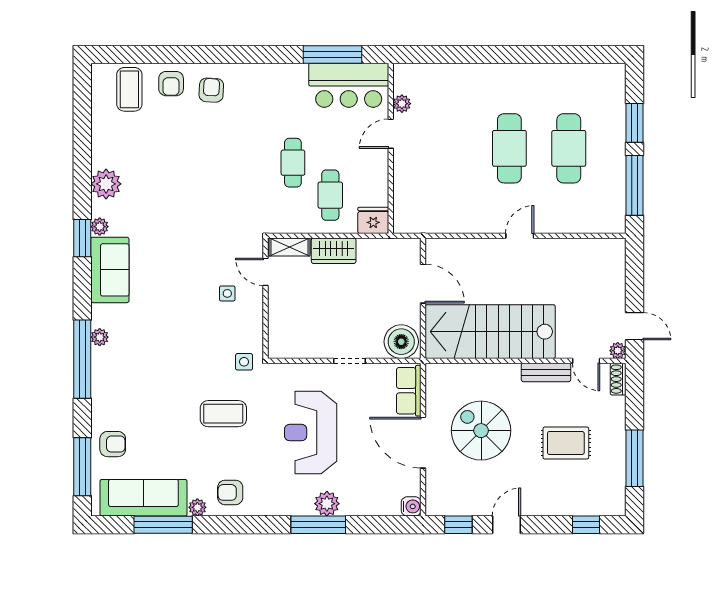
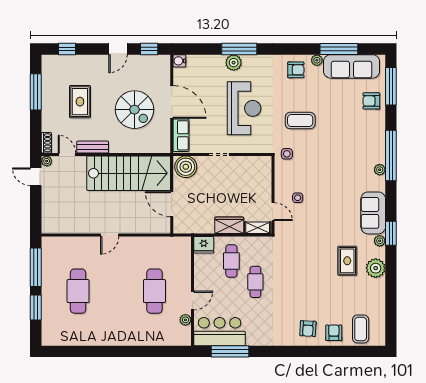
cafe table: (509, 148) -> (154, 291), moved
rug: (150, 195) -> (347, 261), added
rug: (566, 443) -> (80, 102), turned 90

